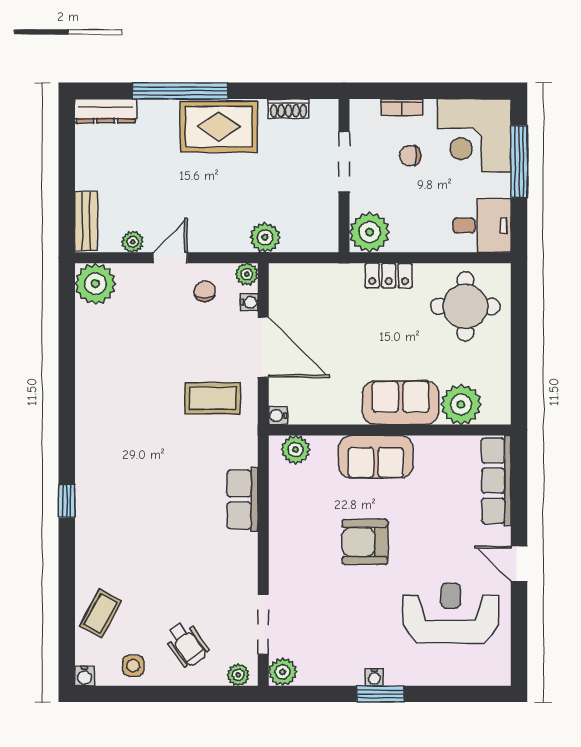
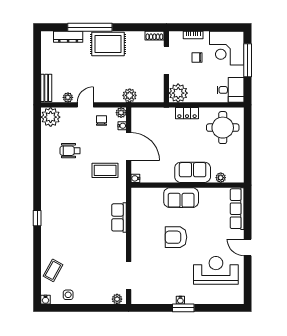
shoe rack: (289, 109) -> (154, 36), moved
dresser: (106, 111) -> (68, 37), moved
plant: (461, 405) -> (221, 178), width x0.53, depth x0.53
plant: (296, 450) -> (144, 194), removed
wheelchair: (187, 644) -> (70, 151), moved, turned 125
plant: (283, 672) -> (138, 298), removed

